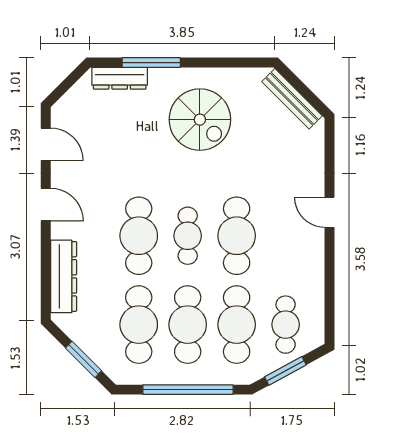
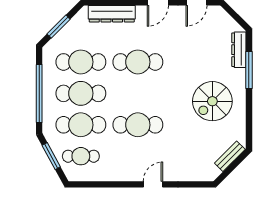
bench: (292, 99) -> (230, 156), width x0.73
cafe table: (188, 236) -> (138, 93), removed

